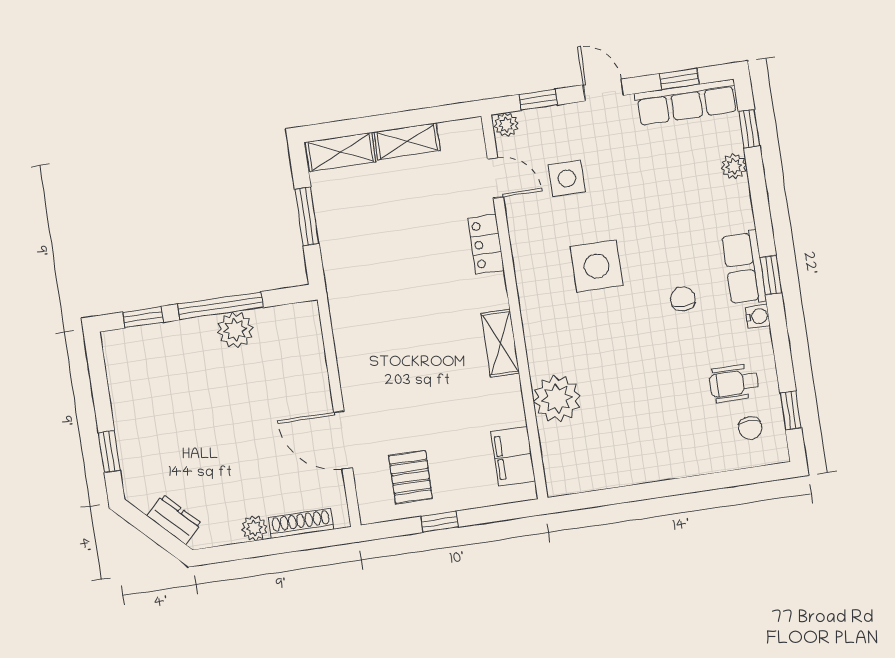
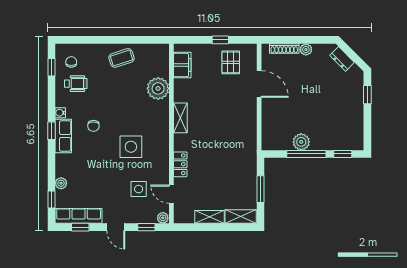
coffee table: (644, 452) -> (121, 58), added

